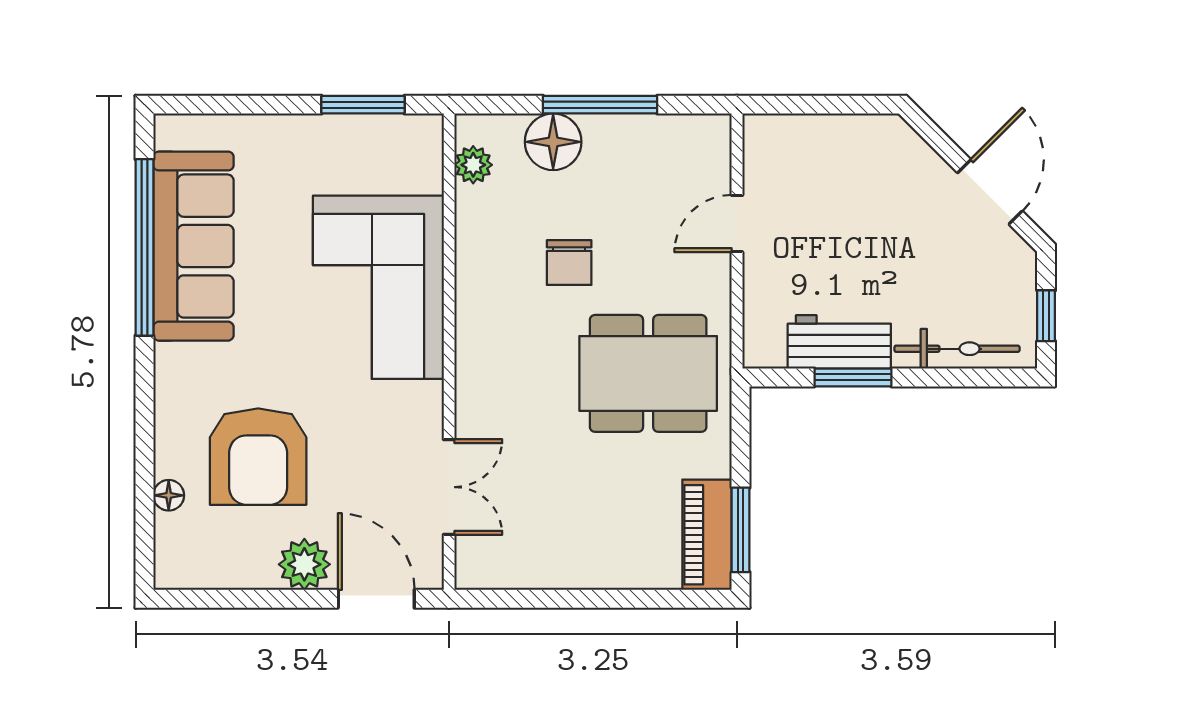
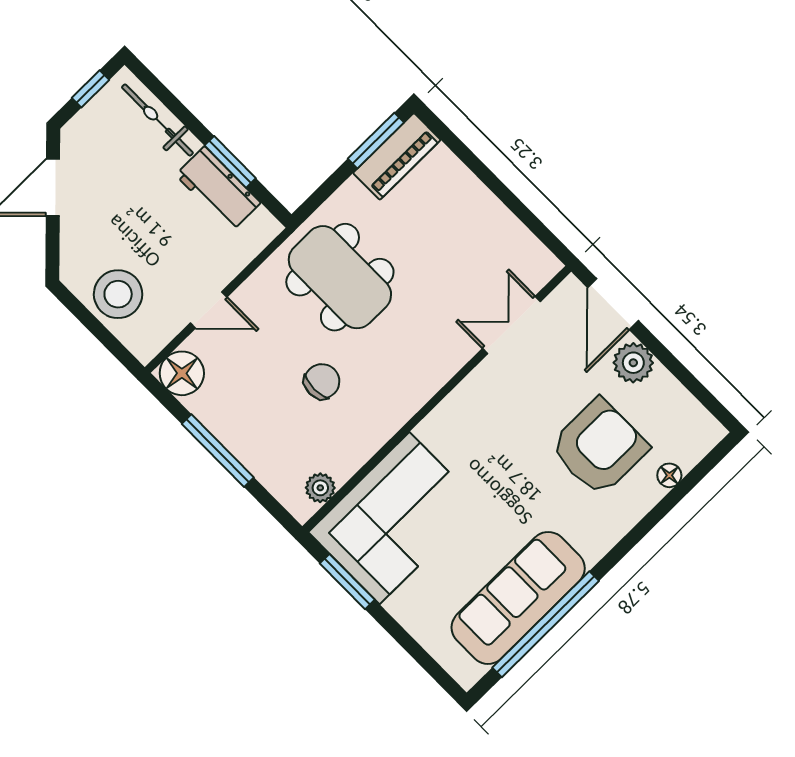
floor lamp: (553, 142) -> (182, 373), moved
stool: (833, 155) -> (118, 294), added
corner sofa: (378, 287) -> (394, 518), moved

